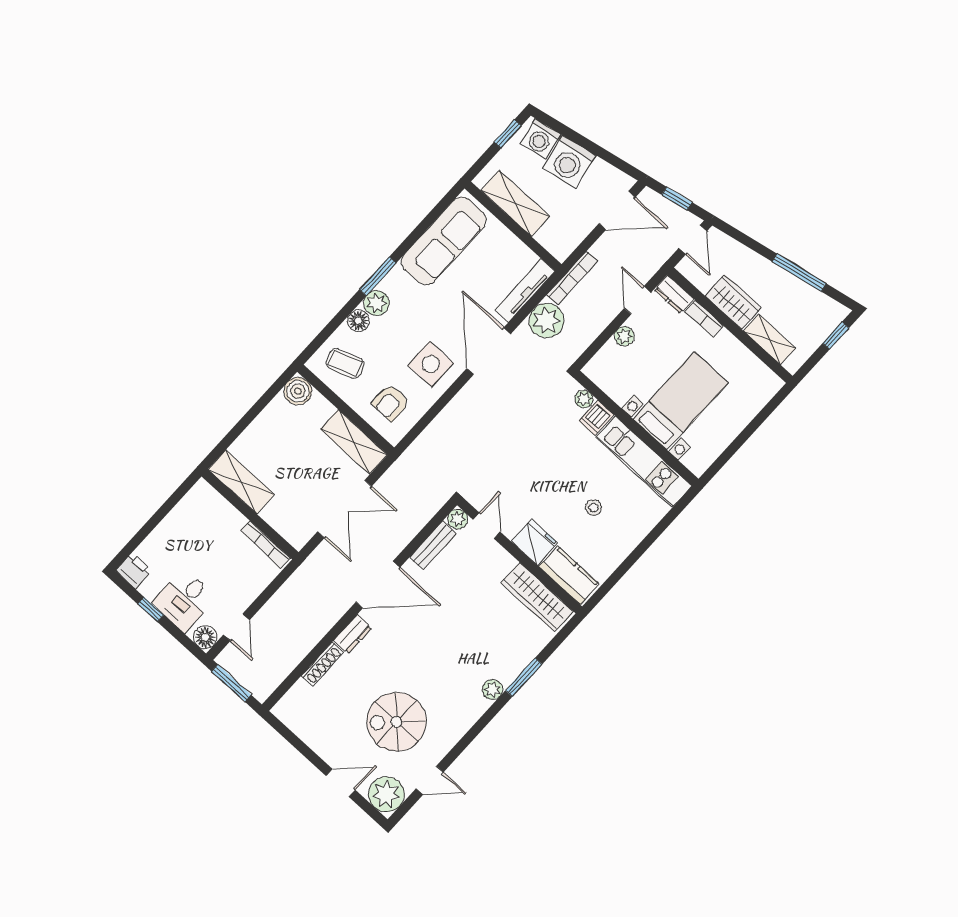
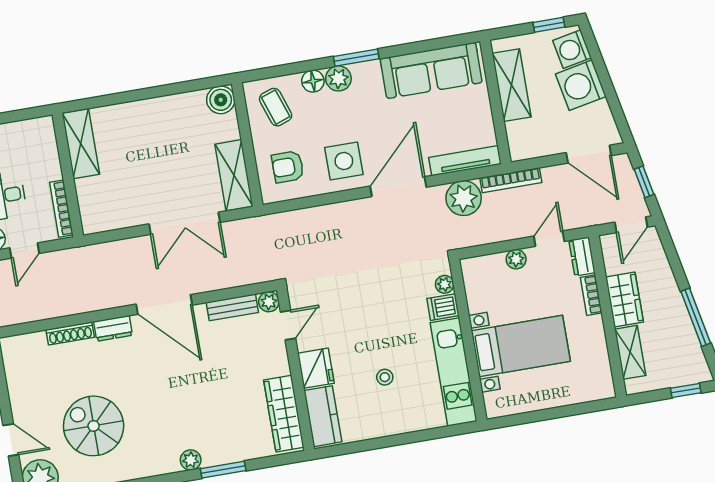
shelving: (241, 482) -> (81, 144), moved
wall: (250, 514) -> (68, 175), moved
bookcase: (265, 544) -> (61, 209), moved

